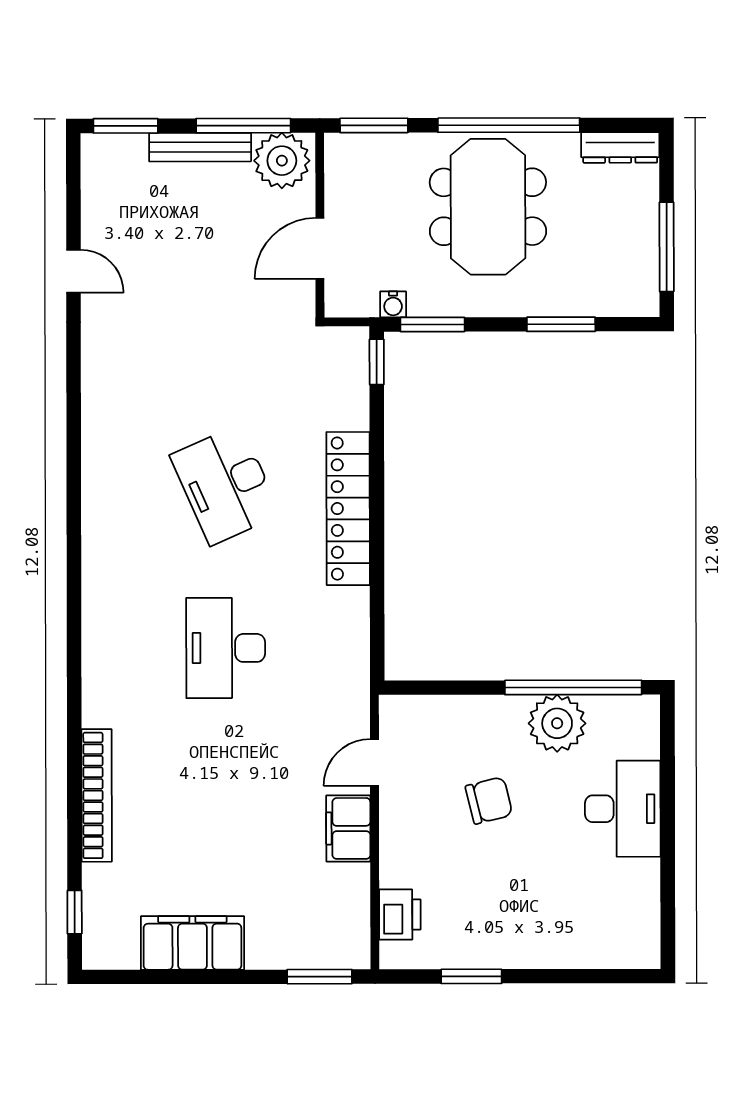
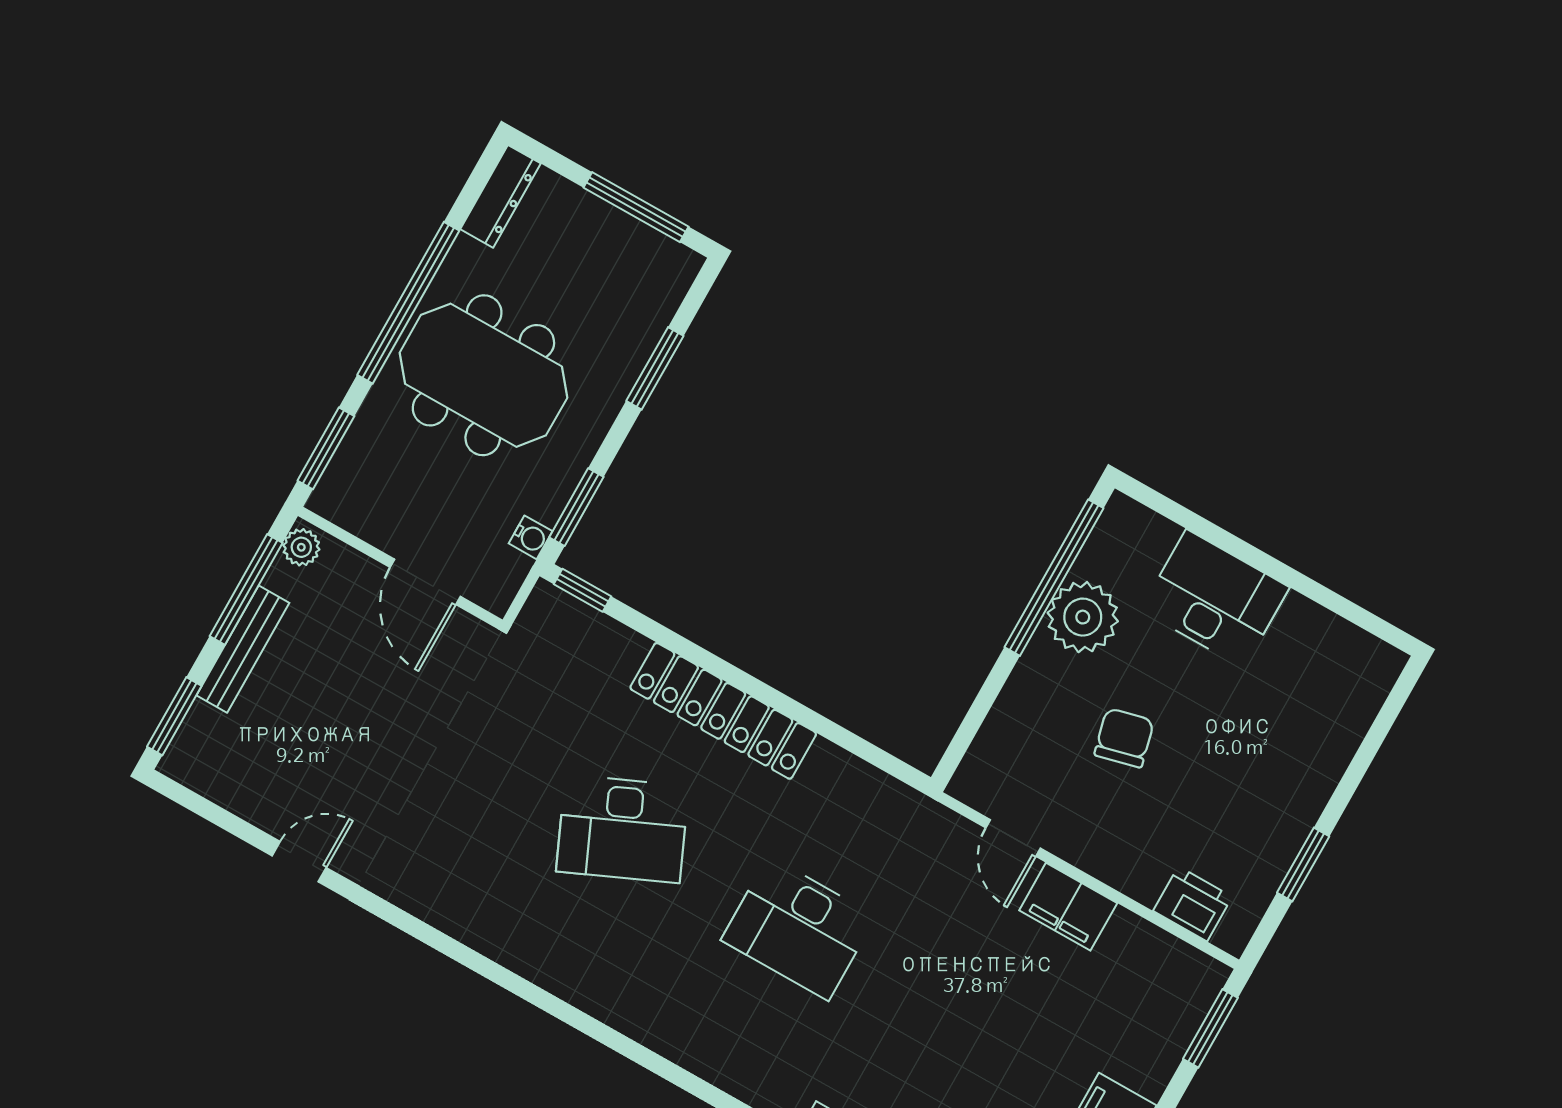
plant: (282, 161) -> (301, 547), width x0.53, depth x0.53

